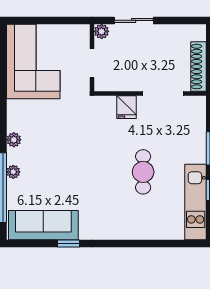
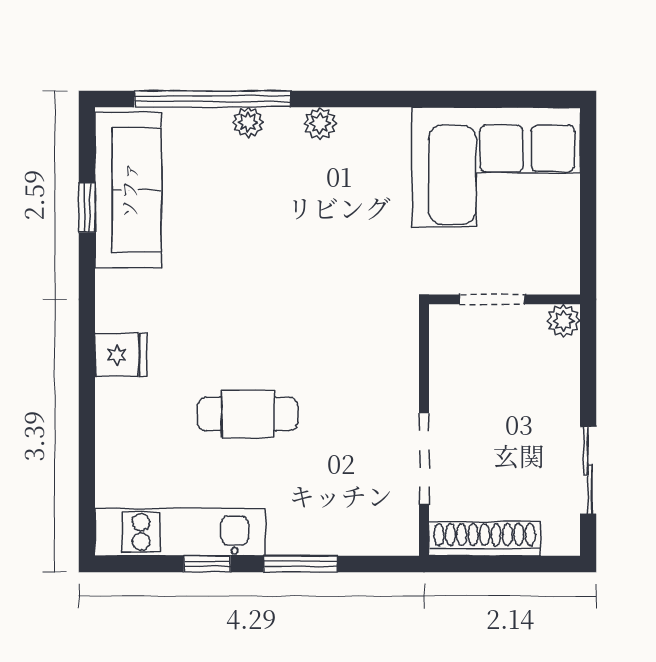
sliding door: (134, 20) -> (588, 470), moved
fridge: (127, 107) -> (121, 355), moved, turned 180
window: (69, 243) -> (87, 208), moved

